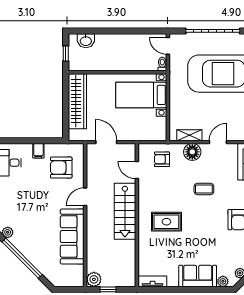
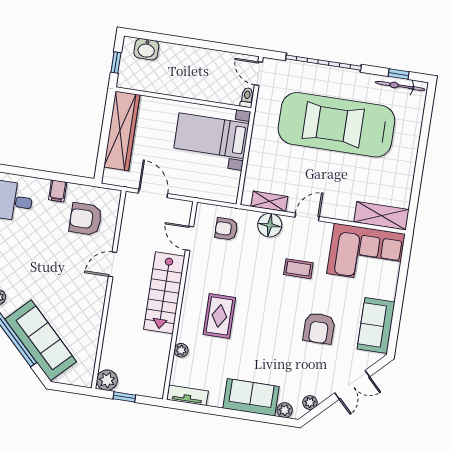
coffee table: (204, 189) -> (298, 269), moved
rug: (166, 222) -> (219, 316), turned 90
sofa: (72, 236) -> (41, 340), moved, turned 135
plant: (143, 250) -> (181, 350), added

